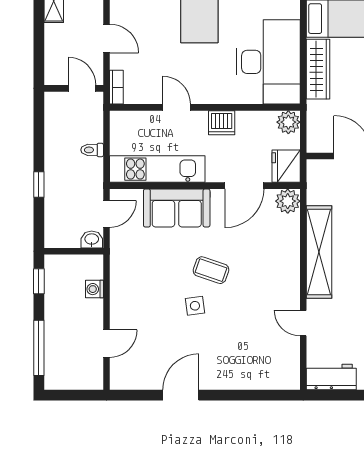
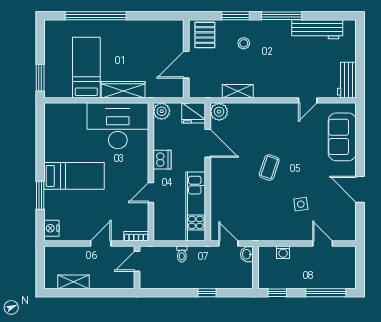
sofa: (177, 208) -> (342, 137), moved, turned 180
shelving: (319, 252) -> (238, 91), width x0.45, depth x0.75
side table: (195, 306) -> (301, 204), moved

